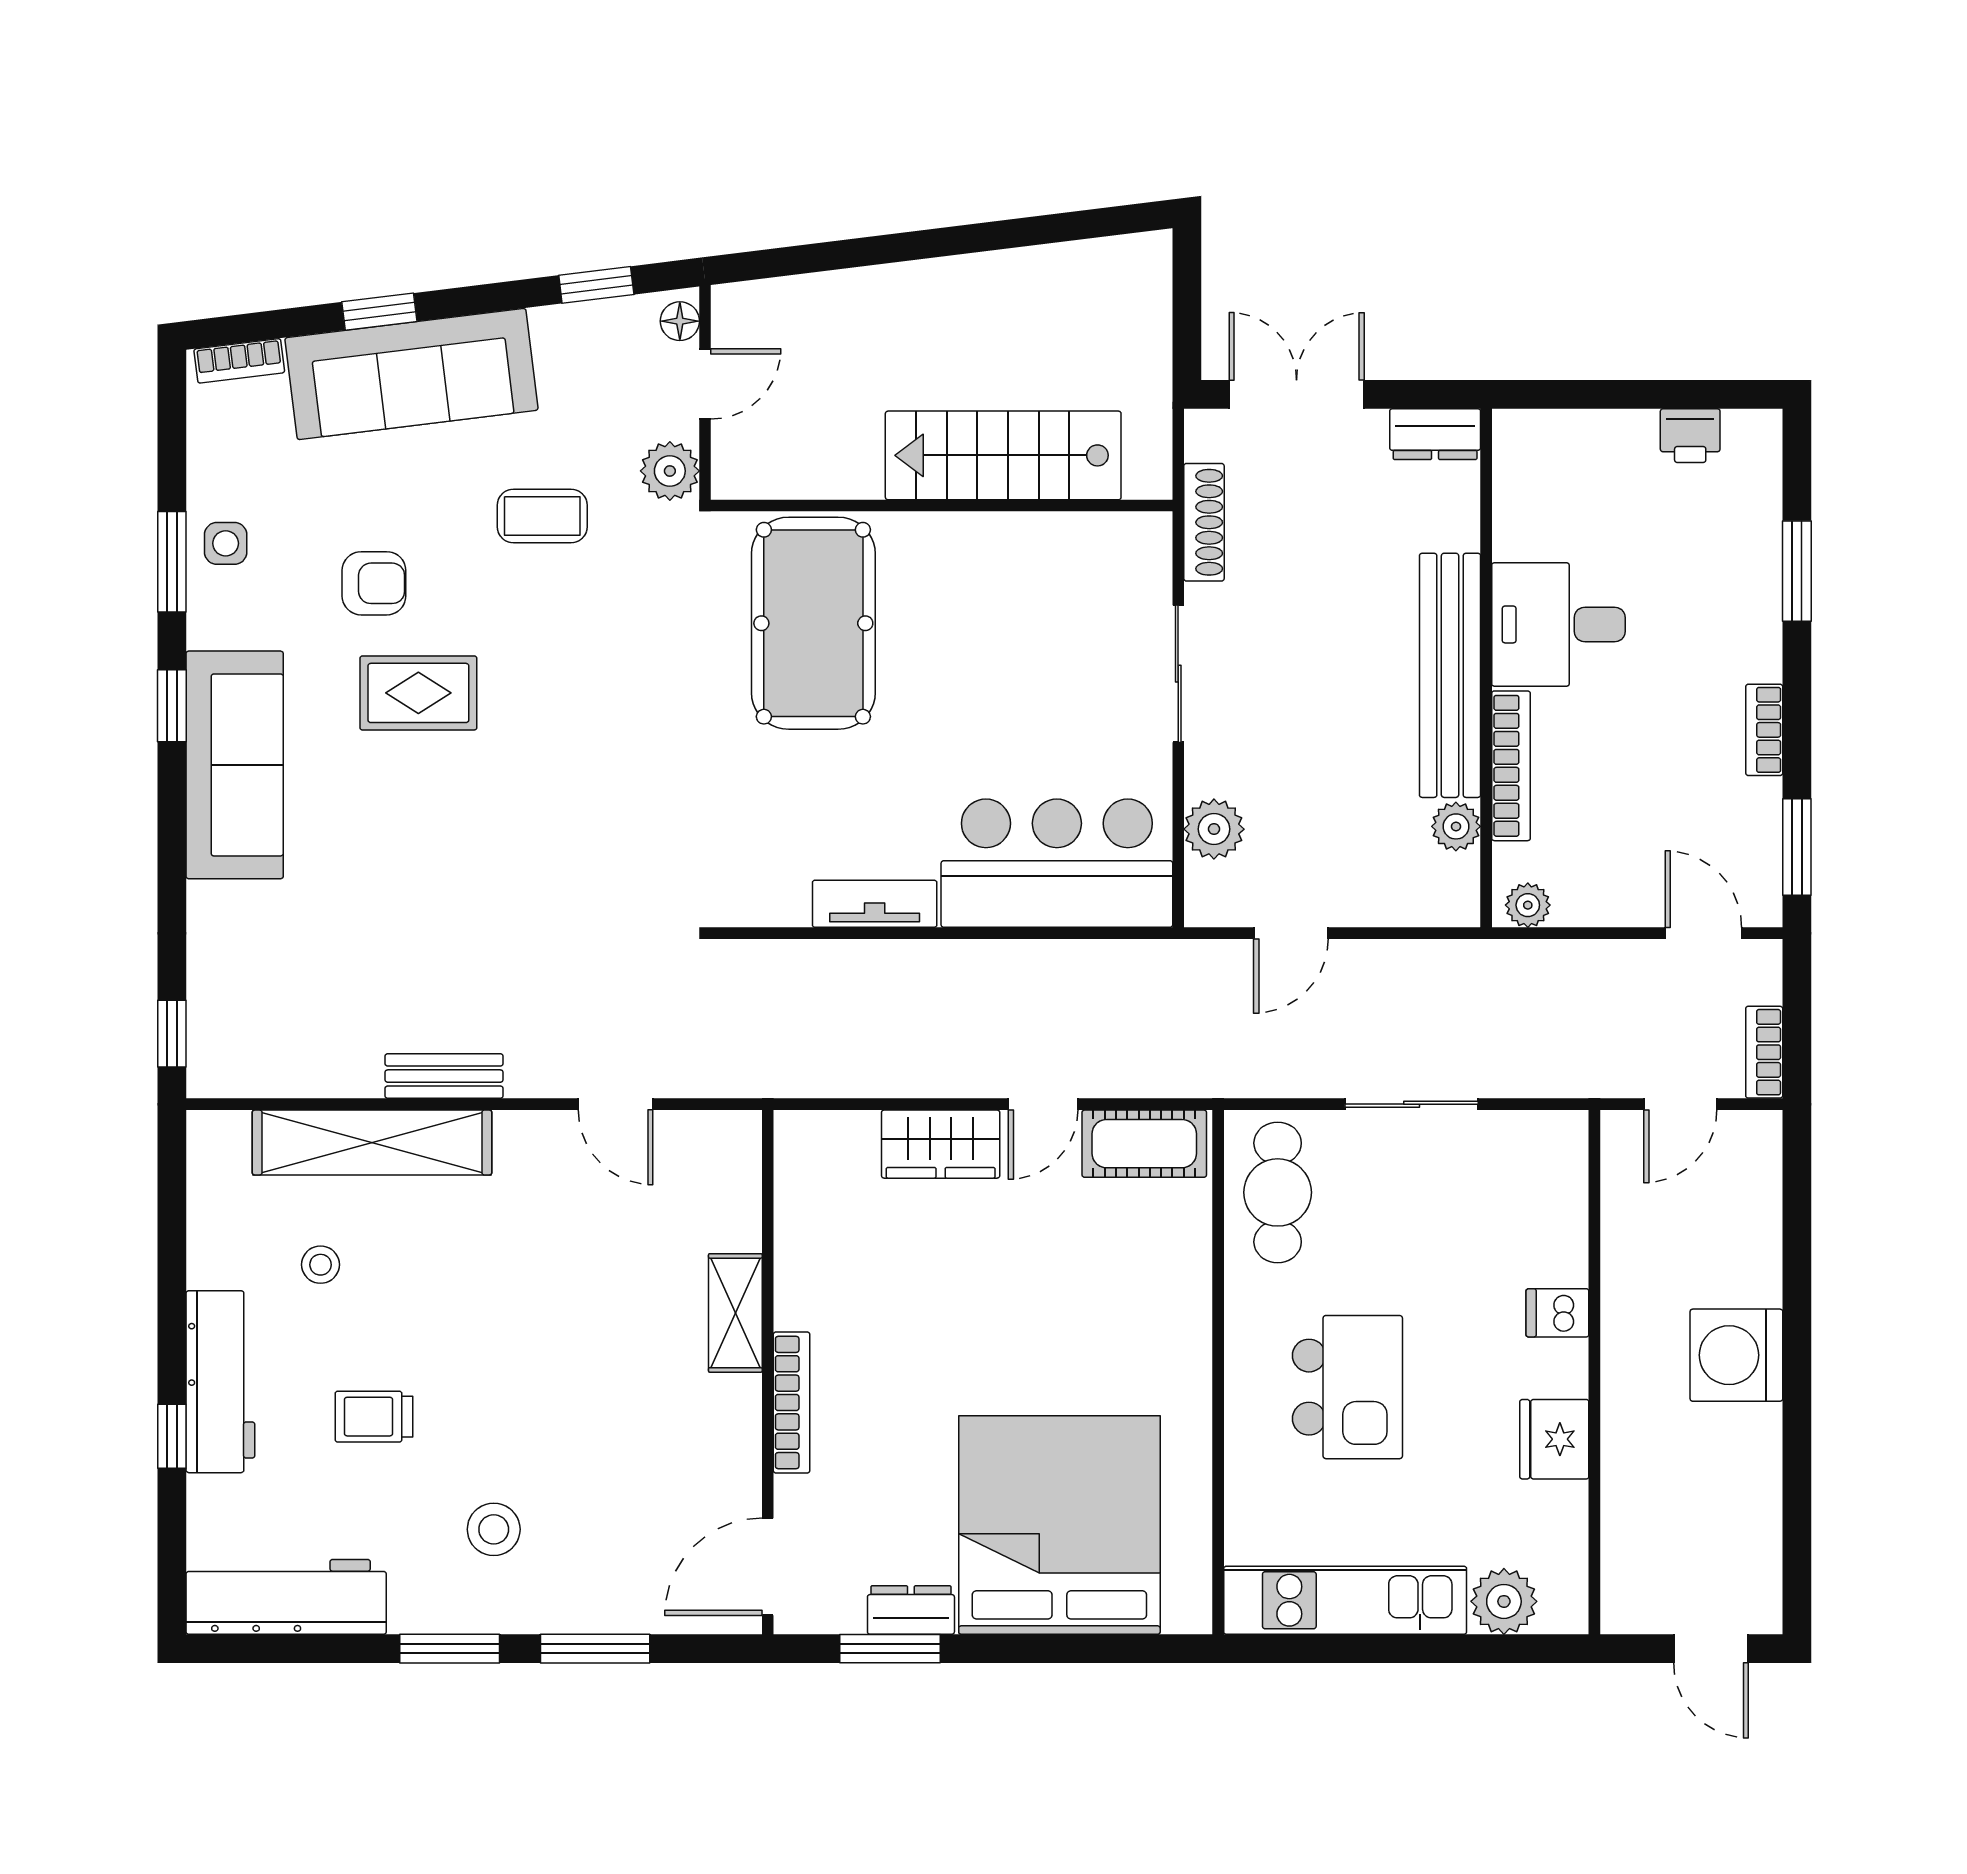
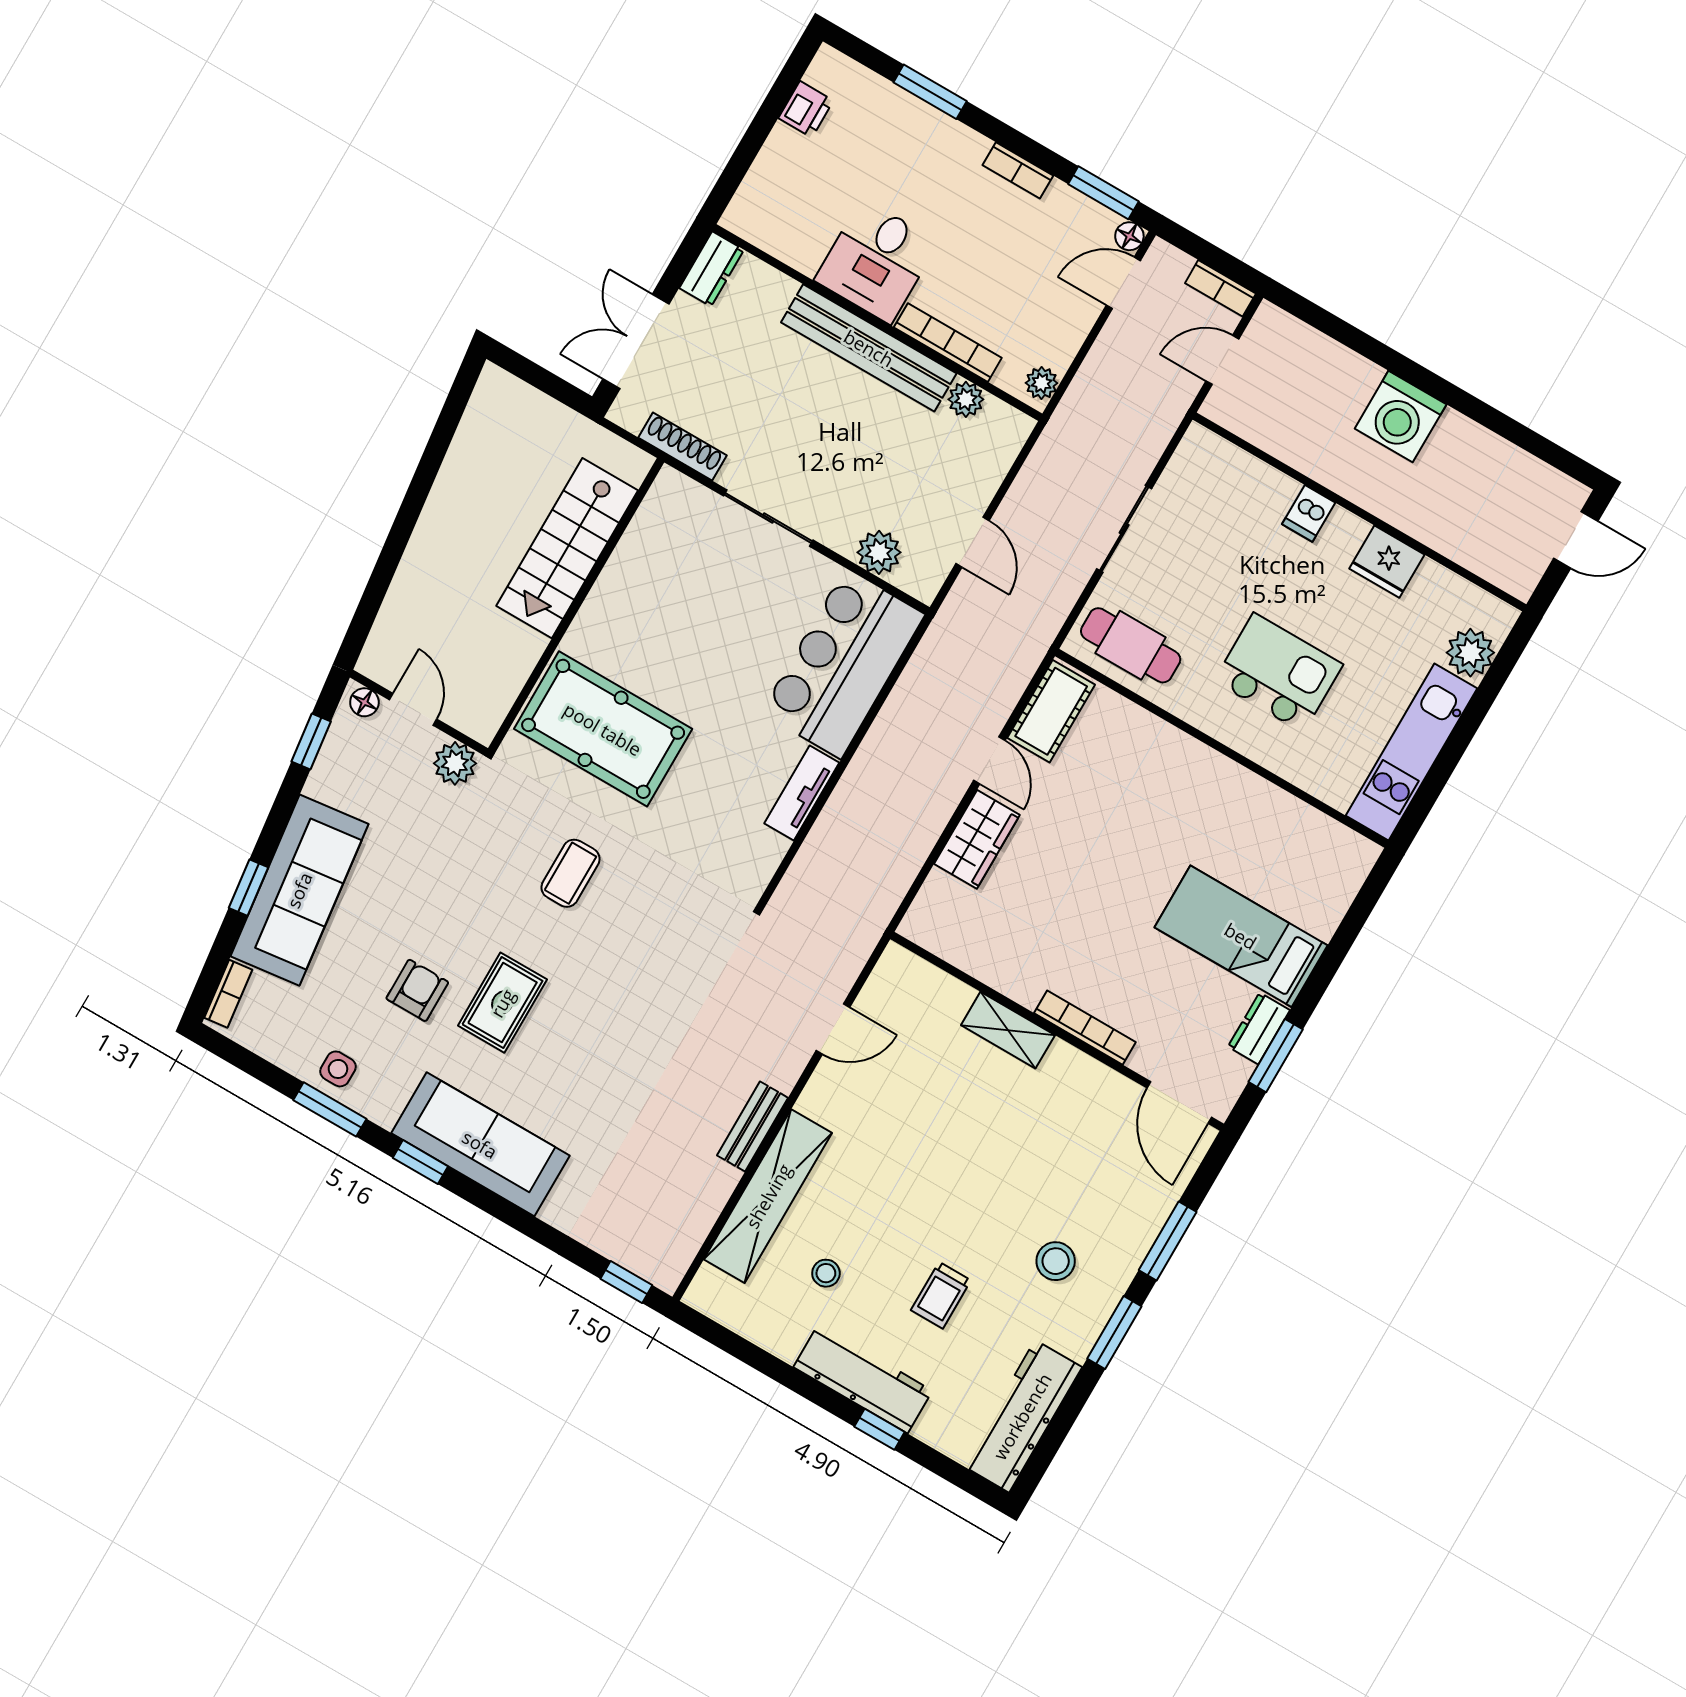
coffee table: (542, 516) -> (570, 873), moved
floor lamp: (1763, 908) -> (1129, 236), added
door: (1680, 1104) -> (1222, 360), swing flipped
bed: (1059, 1525) -> (1241, 936), width x0.49

